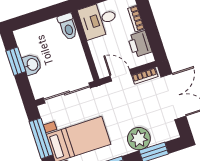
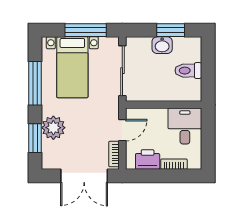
toilet: (68, 26) -> (188, 71), moved

